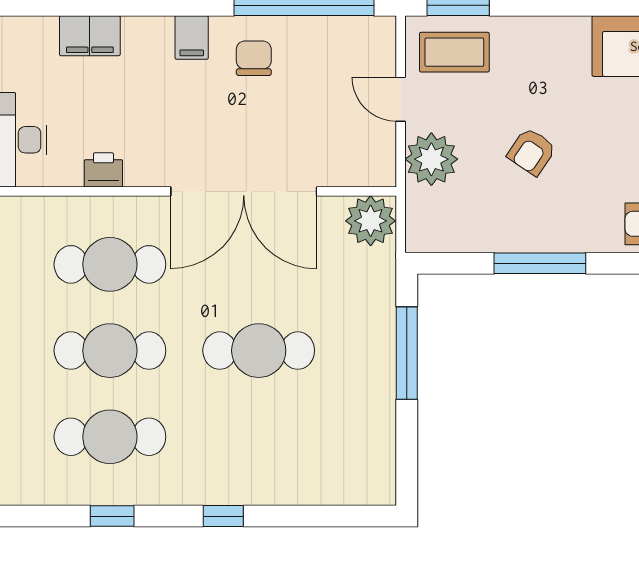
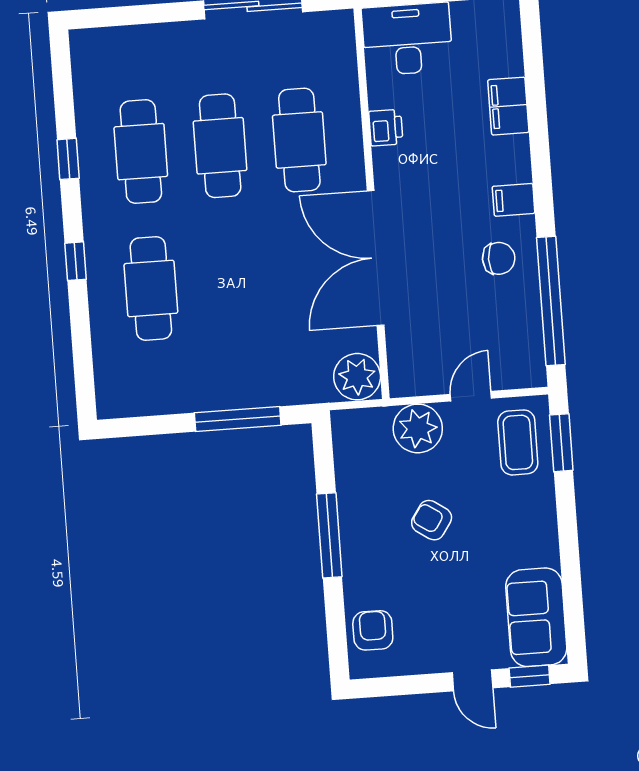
cafe table: (259, 351) -> (151, 288), moved

